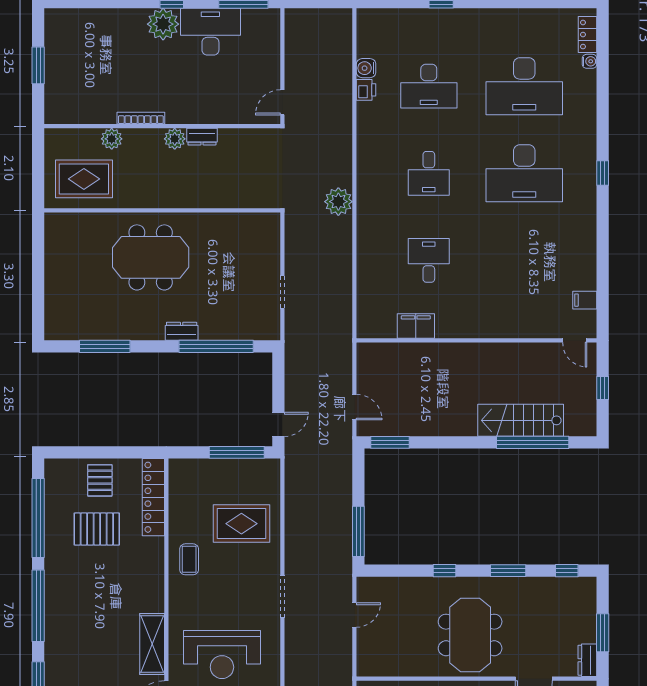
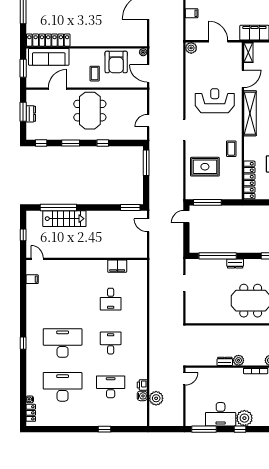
plant: (338, 202) -> (156, 398), moved
shelving: (152, 644) -> (250, 113), width x1.47
dresser: (587, 660) -> (31, 114), moved

